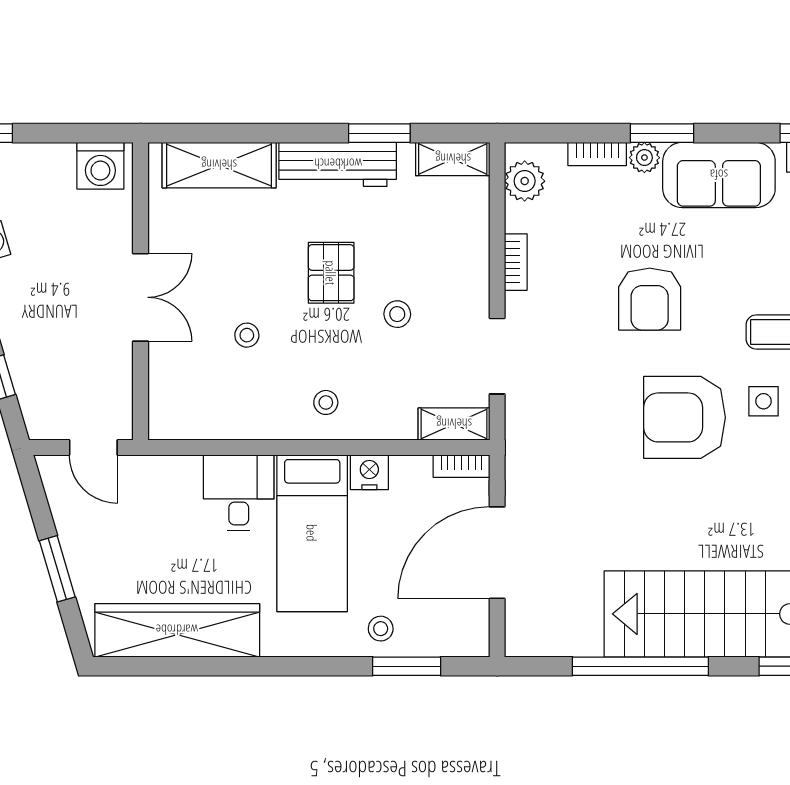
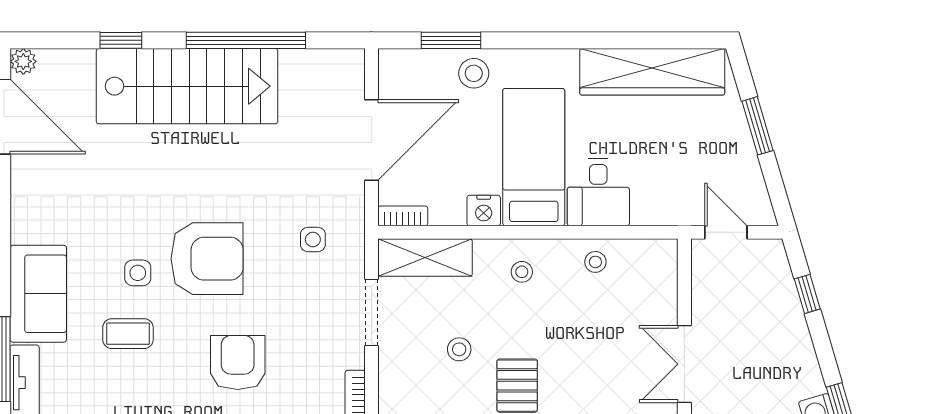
stool: (247, 335) -> (595, 262), moved
shelving: (454, 424) -> (425, 258), width x1.50, depth x1.33
side table: (564, 439) -> (313, 239), added
stool: (381, 629) -> (474, 73), width x1.37, depth x1.37

